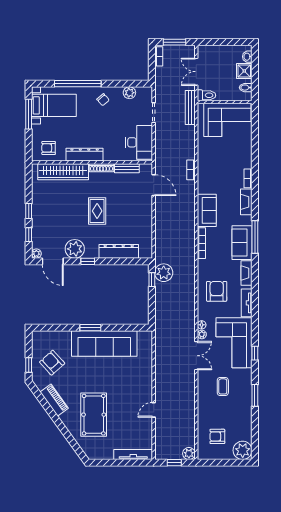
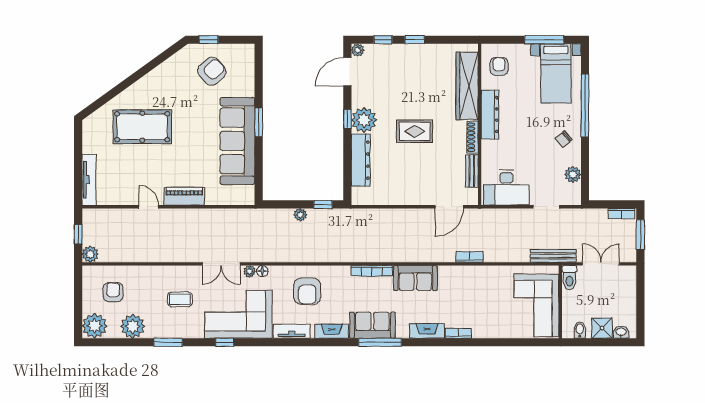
plant: (75, 249) -> (364, 120), moved
plant: (164, 273) -> (300, 215), moved, width x0.53, depth x0.53
armchair: (217, 291) -> (307, 291), turned 90
piano: (54, 400) -> (184, 196), moved, turned -144
plant: (243, 422) -> (133, 326), added

